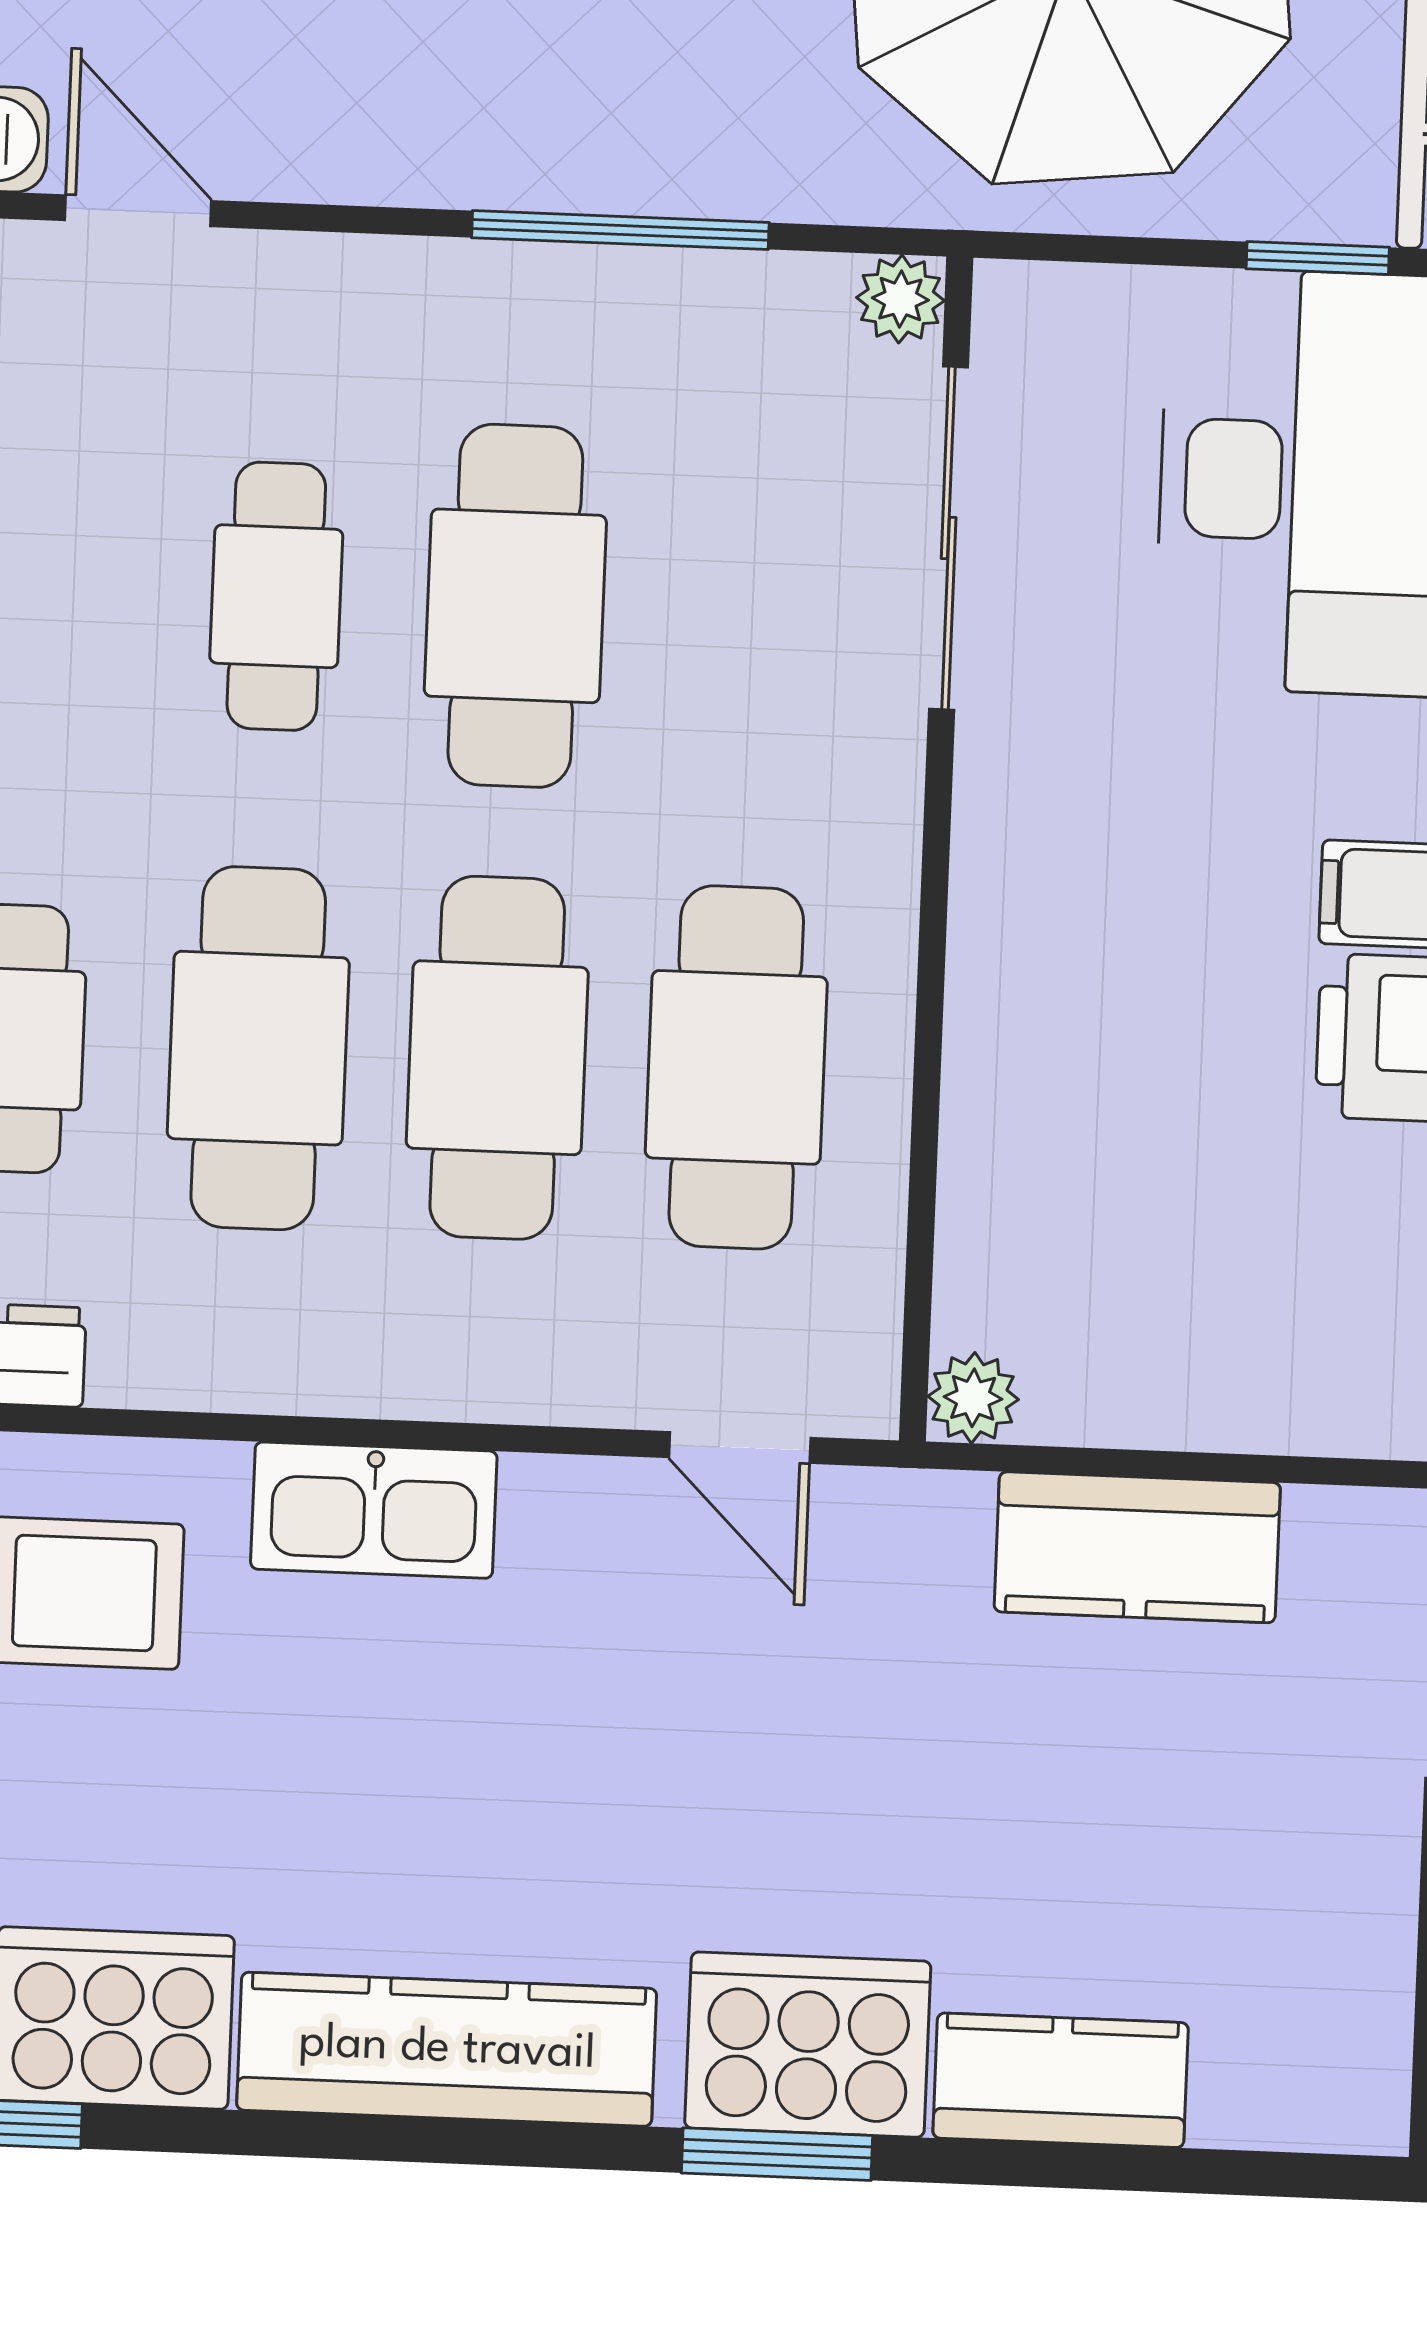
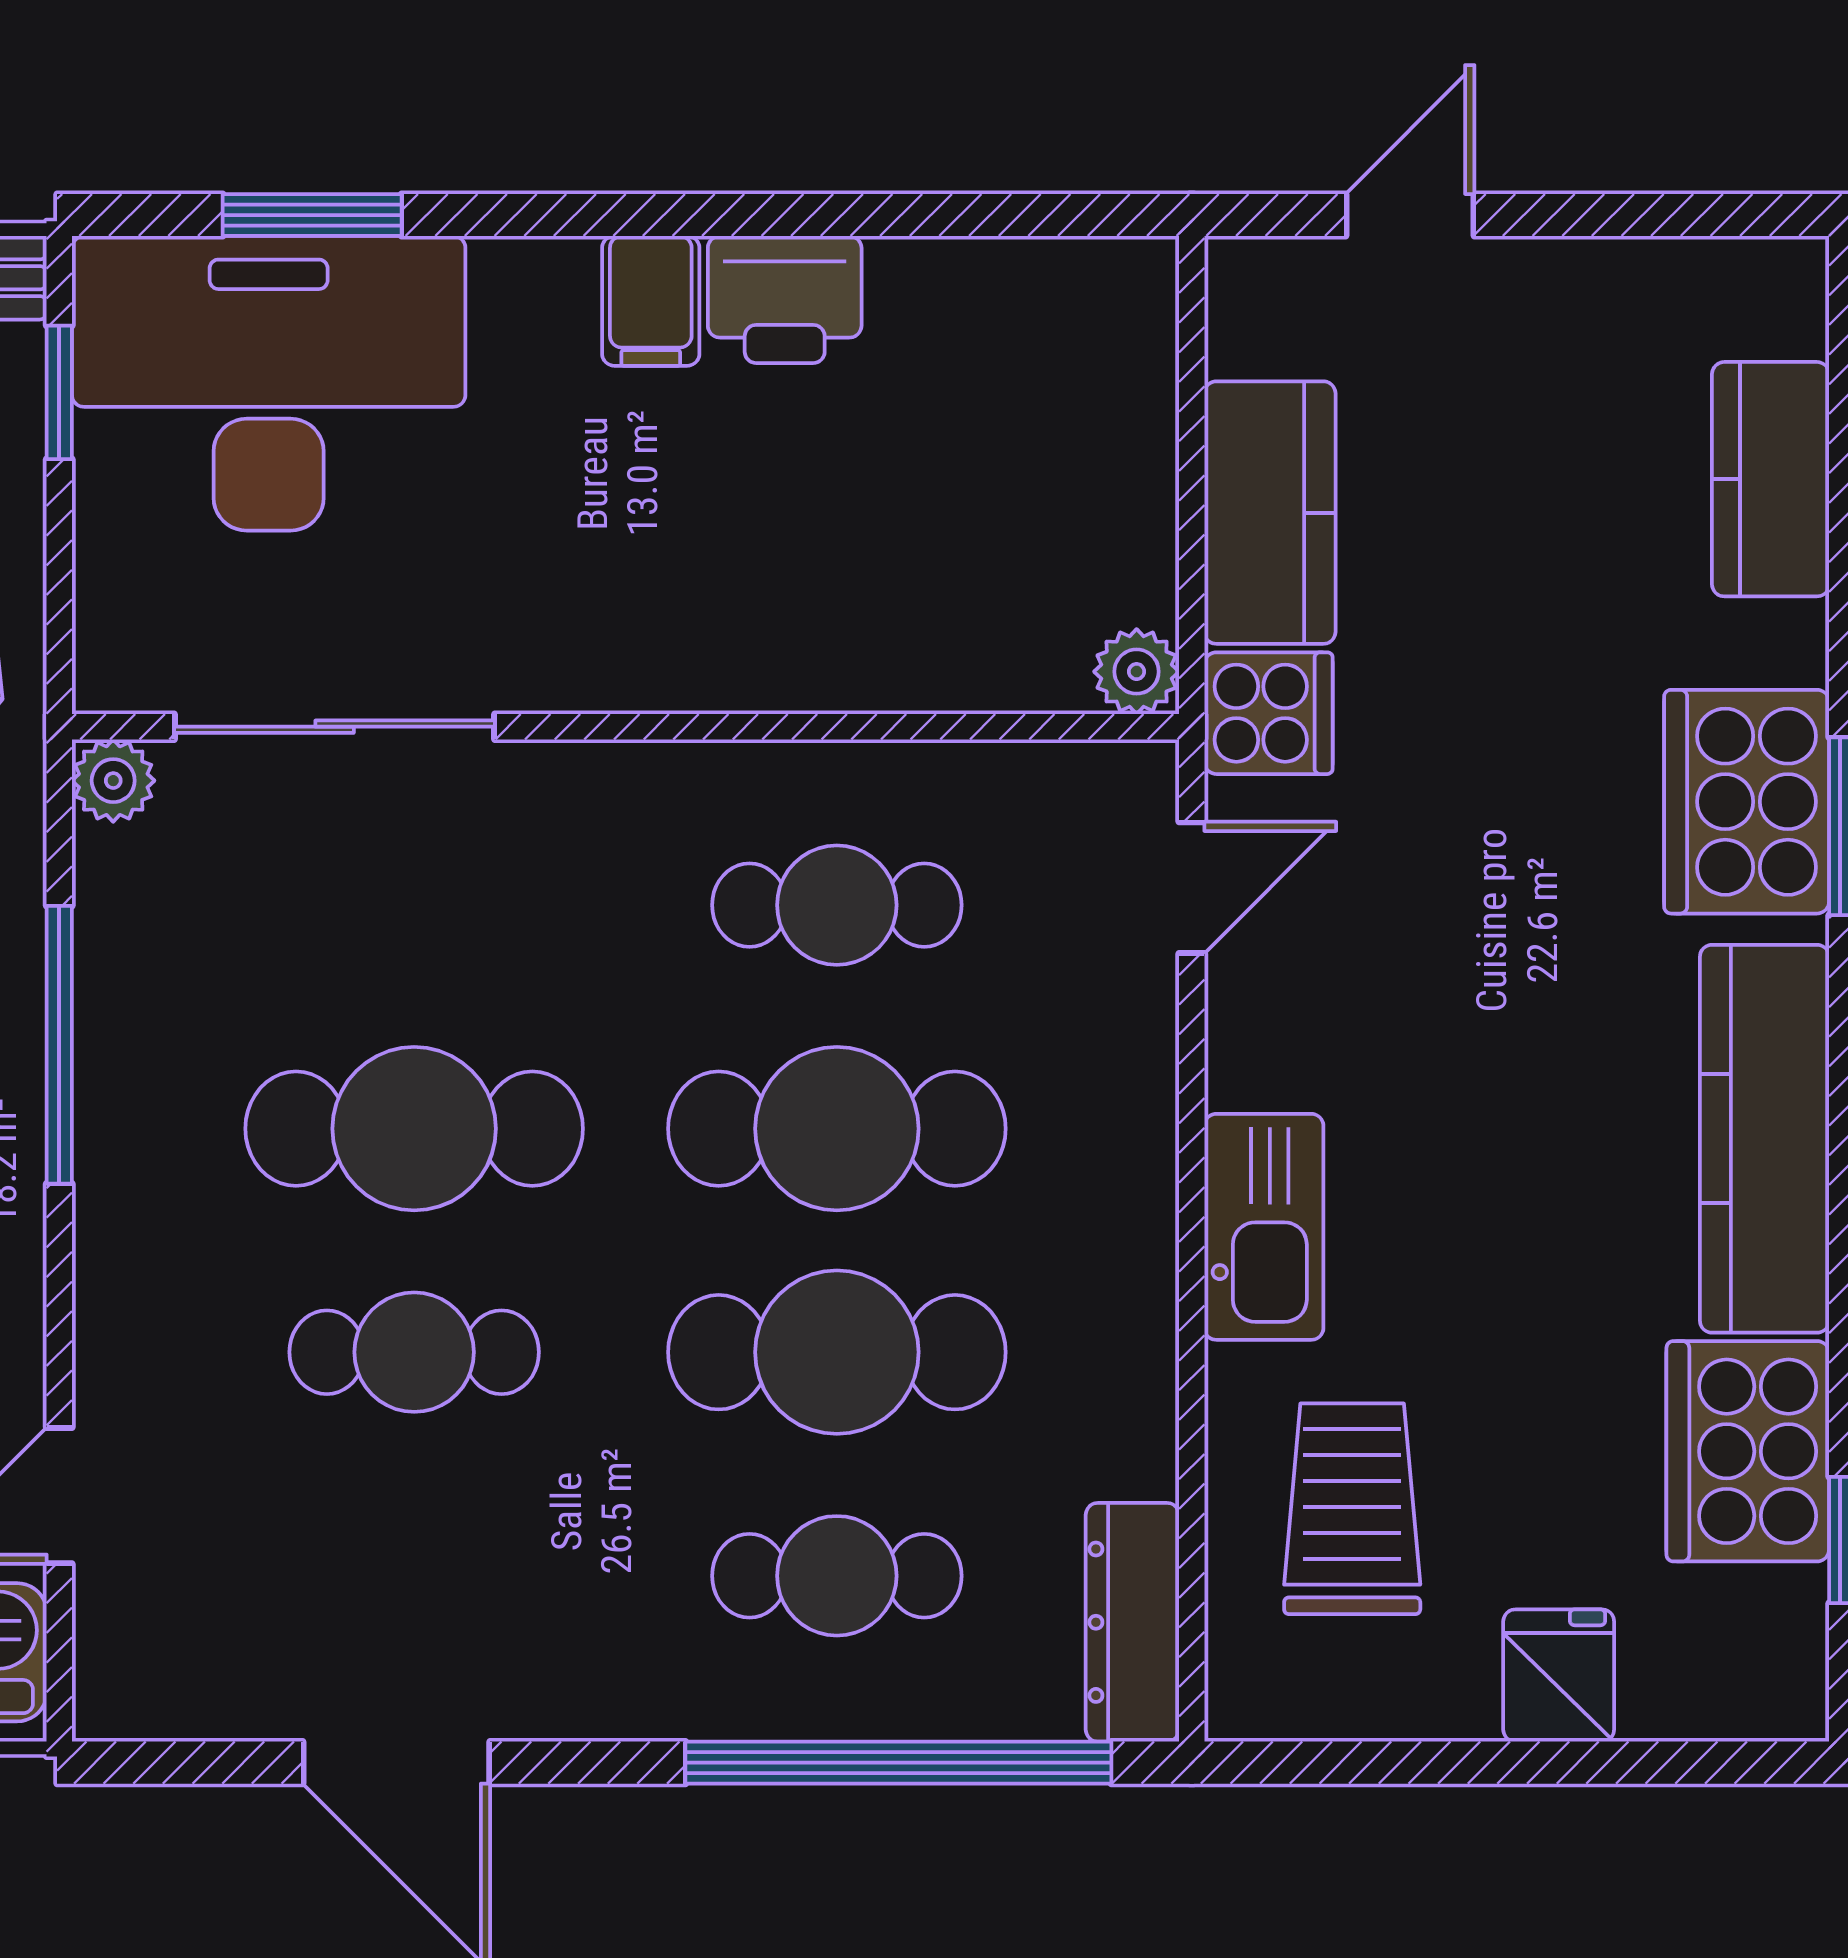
cafe table: (736, 1067) -> (837, 905), width x0.73, depth x0.74
cooker: (923, 1537) -> (1268, 713), added
kitchen counter: (1061, 2080) -> (1771, 479), moved

